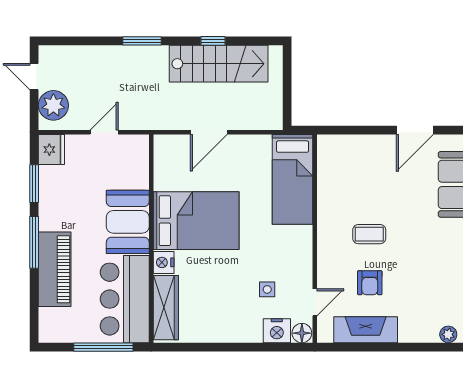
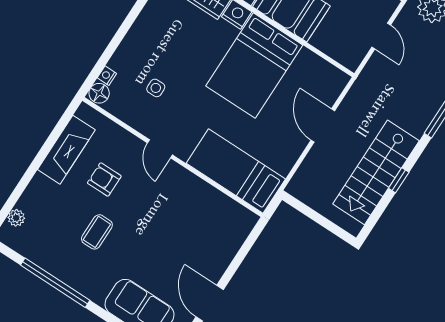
coffee table: (369, 234) -> (97, 232), moved
door: (315, 302) -> (160, 149), moved
nightstand: (277, 331) -> (107, 76), width x0.53, depth x0.56

